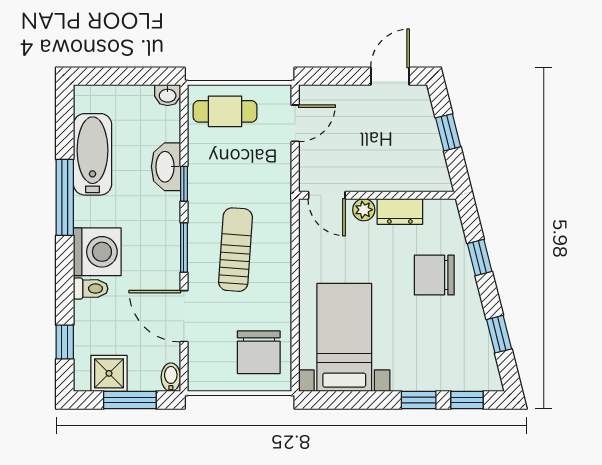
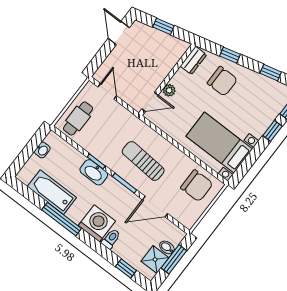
washbasin: (168, 95) -> (42, 150), moved
washbasin: (166, 167) -> (94, 172), moved
dresser: (400, 212) -> (193, 60), moved
chair: (434, 275) -> (222, 81), turned -90
bidet: (171, 377) -> (167, 247), moved

